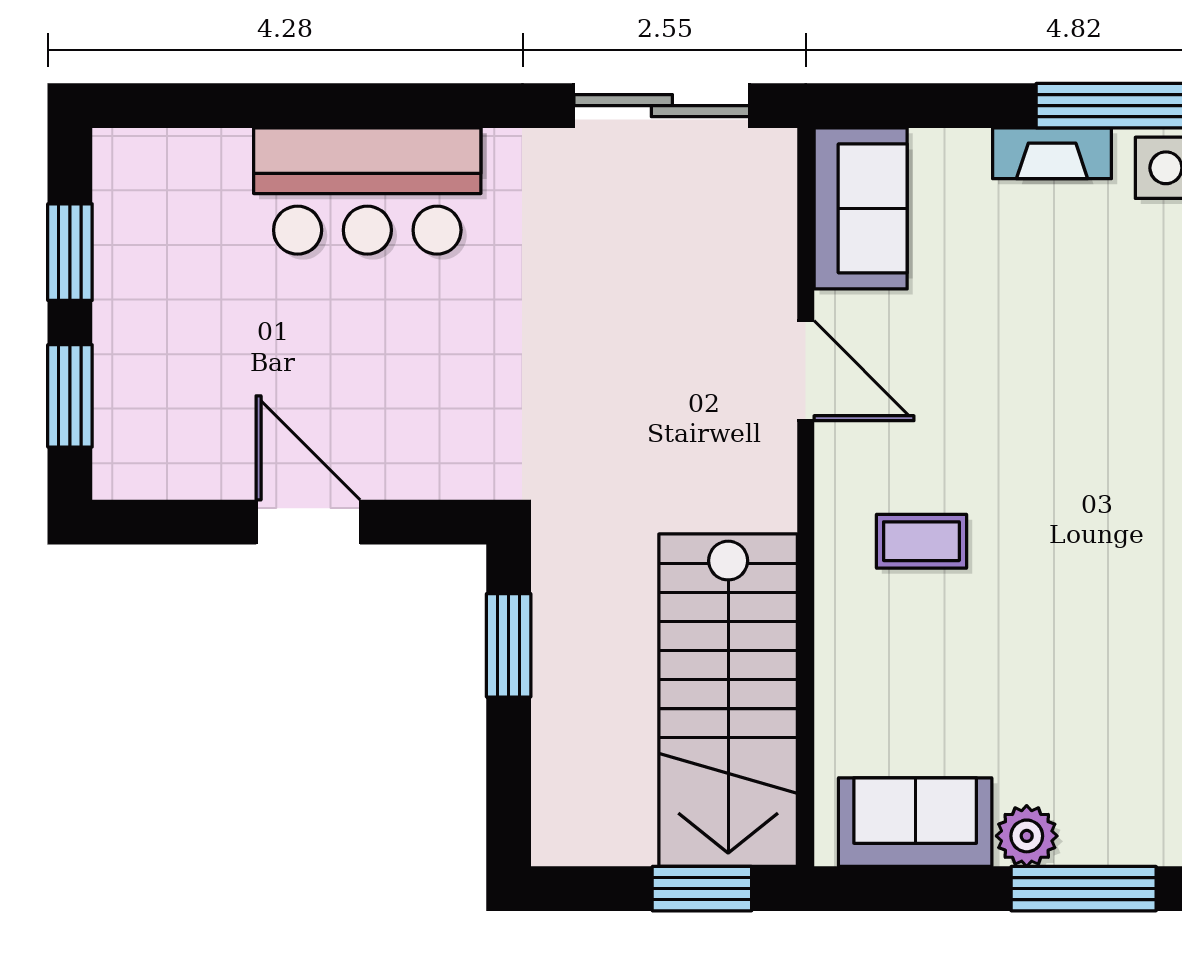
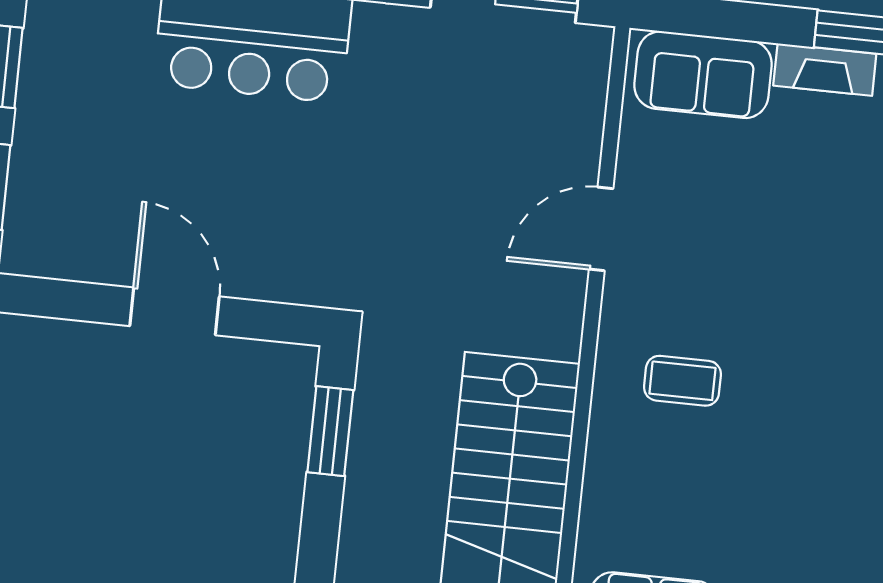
sofa: (861, 208) -> (703, 75), moved, turned 90
door: (806, 371) -> (601, 229), swing flipped

